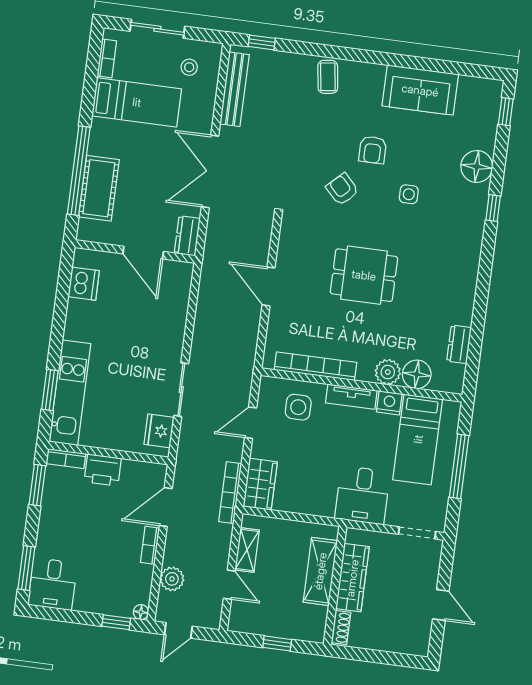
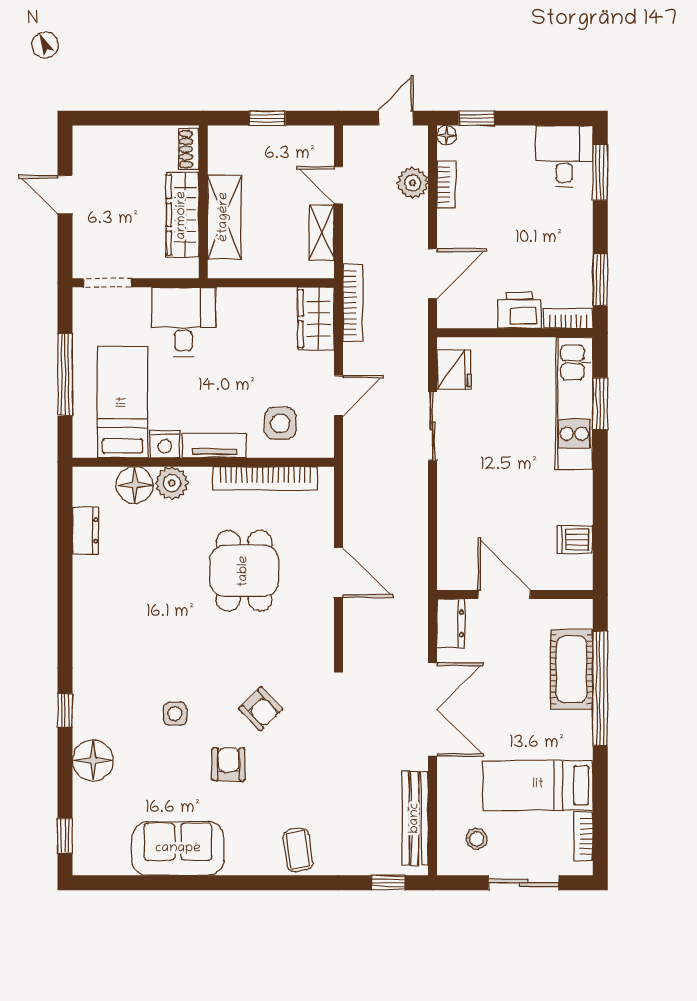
dining table: (364, 275) -> (244, 571), moved, turned 90
dishwasher: (84, 284) -> (575, 540), width x0.73
bookcase: (150, 545) -> (446, 185), moved

